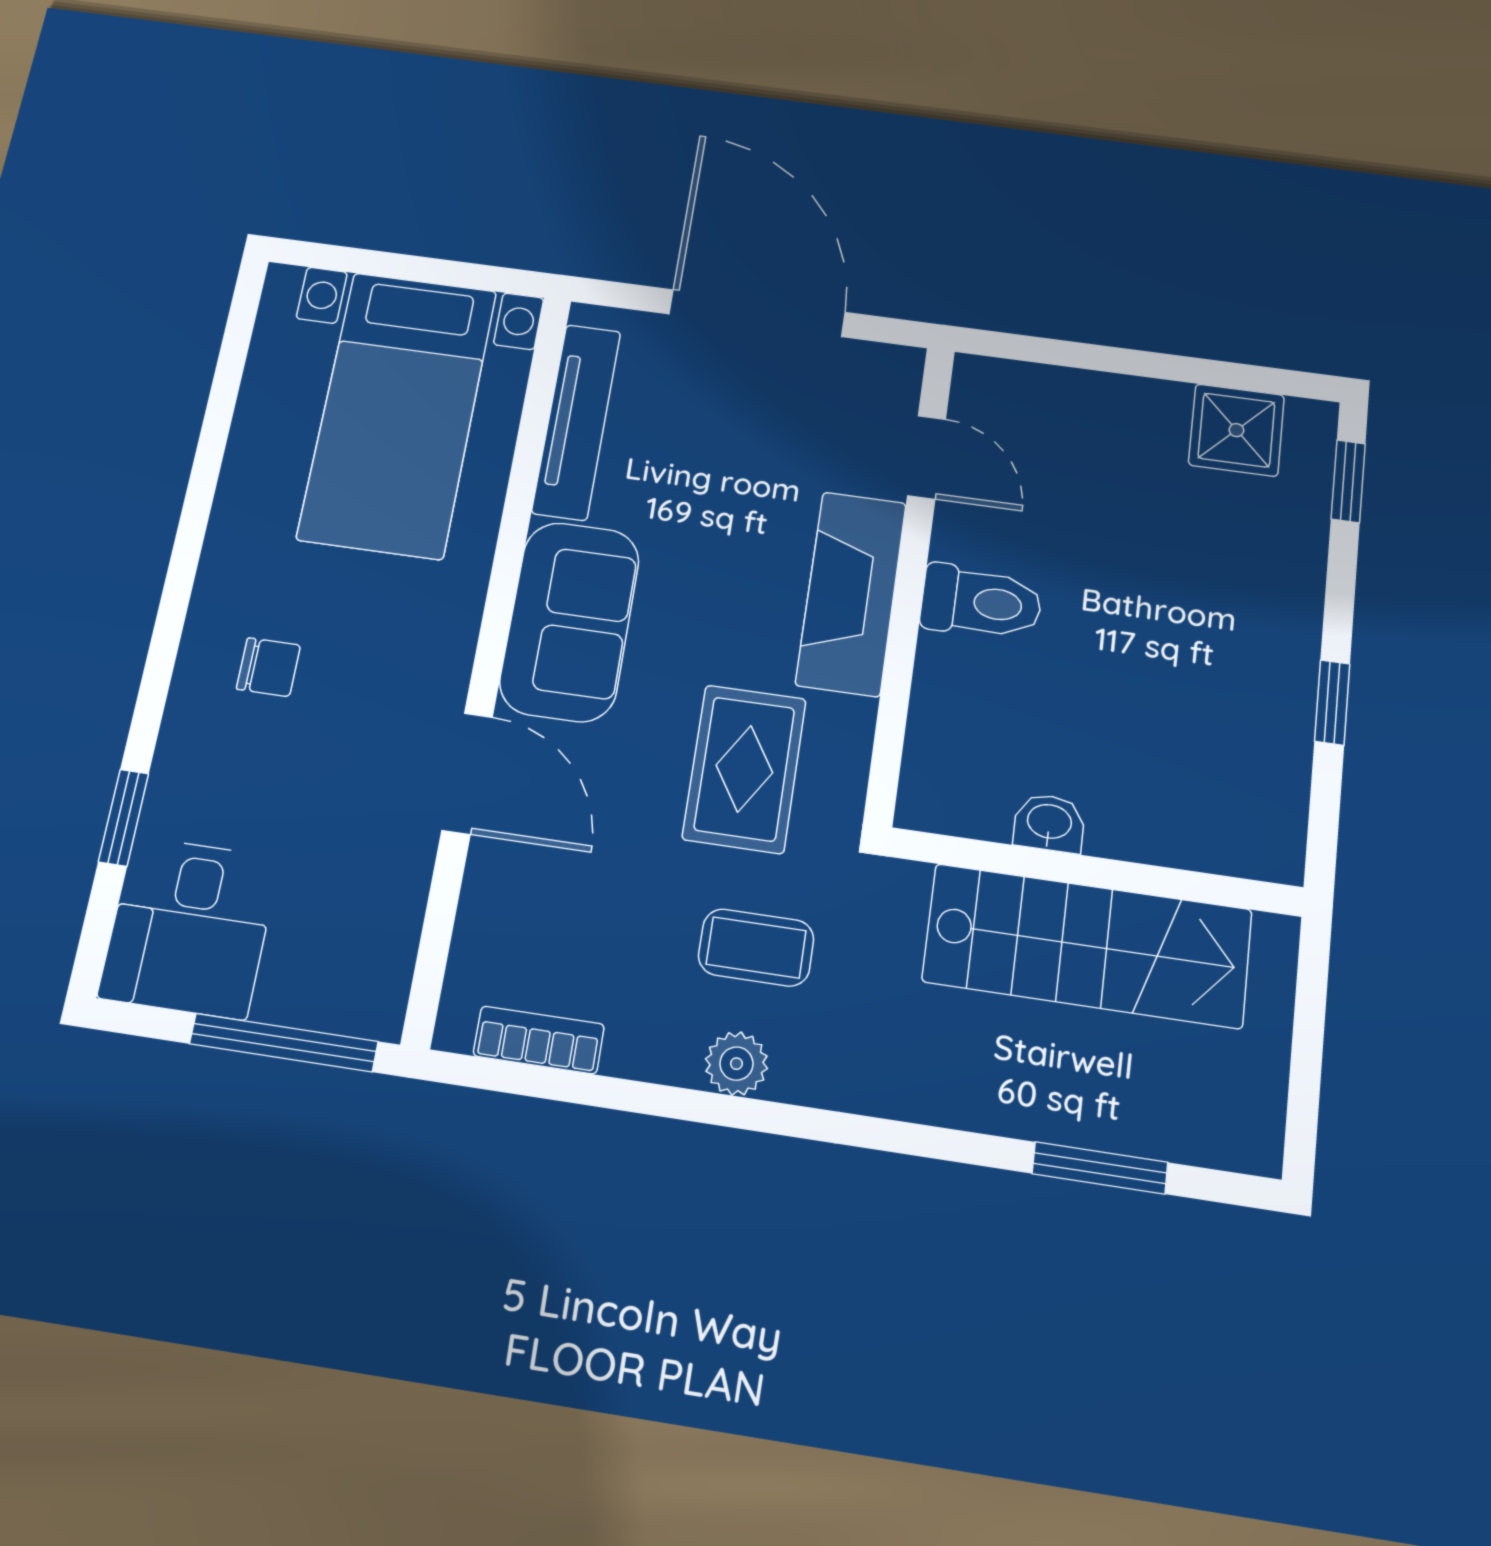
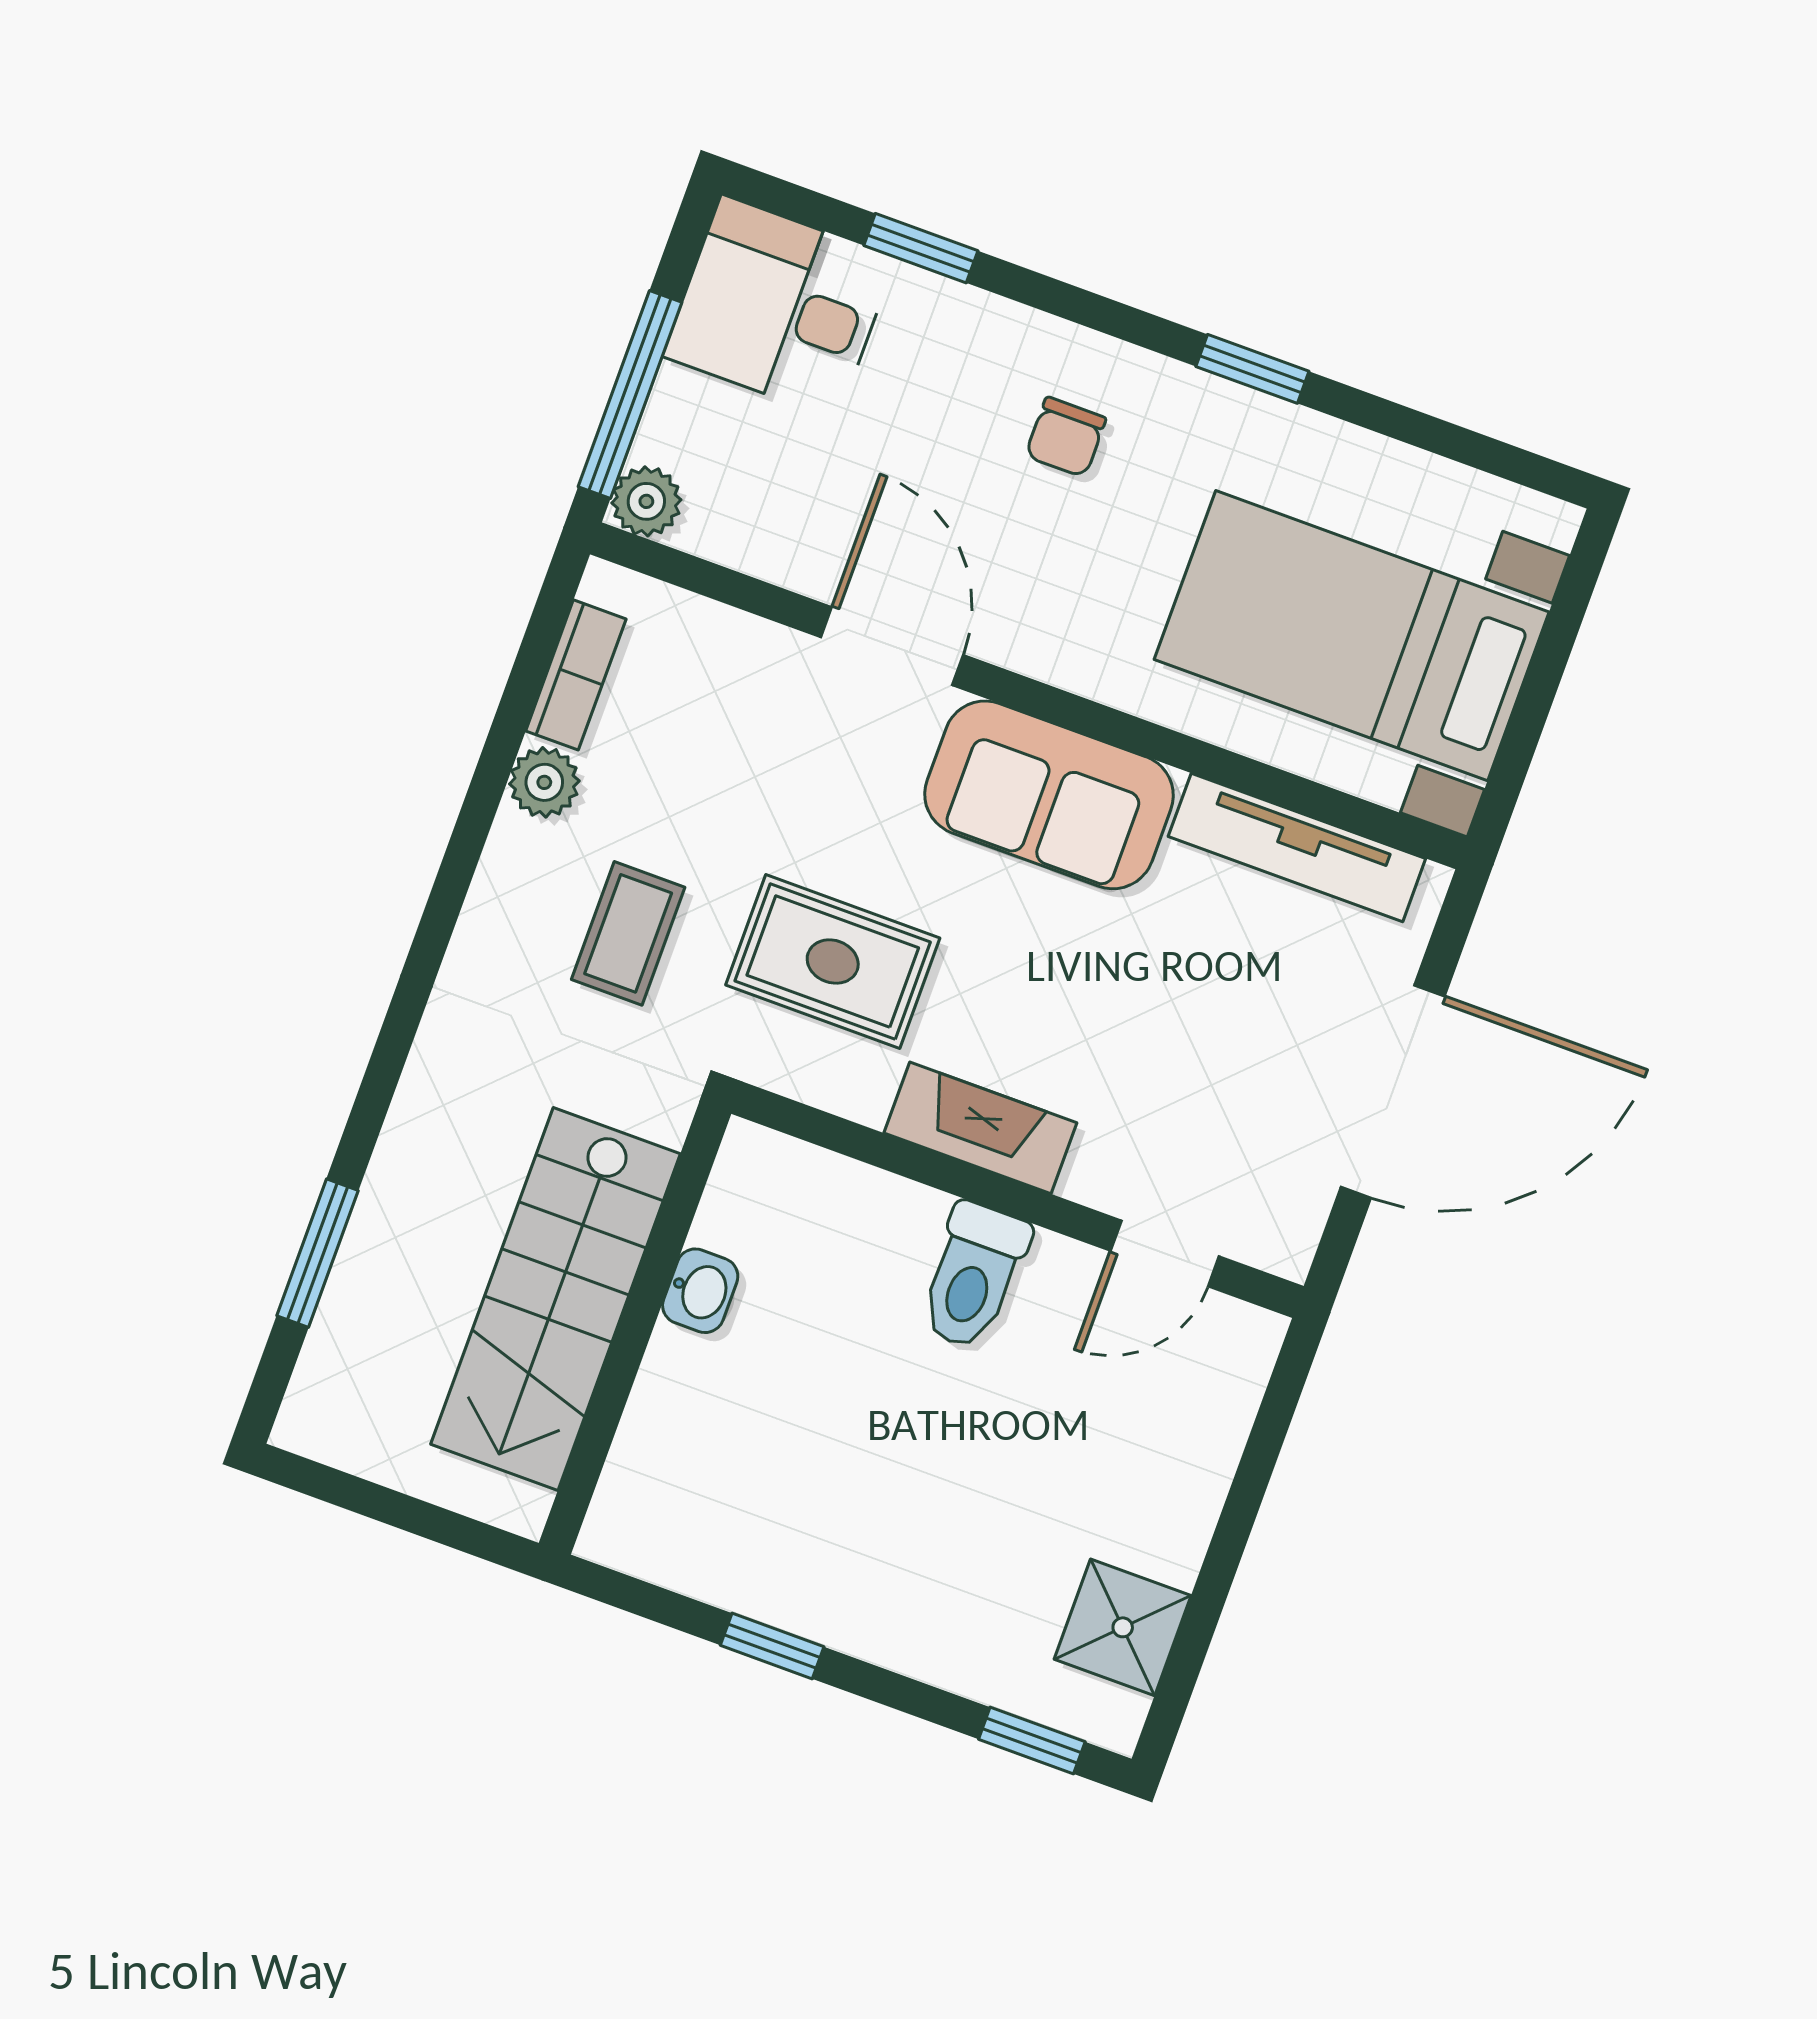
window: (191, 531) -> (1252, 369), added
fireplace: (851, 593) -> (980, 1128), width x0.73, depth x0.76
door: (467, 773) -> (892, 646), swing flipped
plant: (376, 1009) -> (646, 501), added
plant: (736, 1064) -> (544, 782), moved

